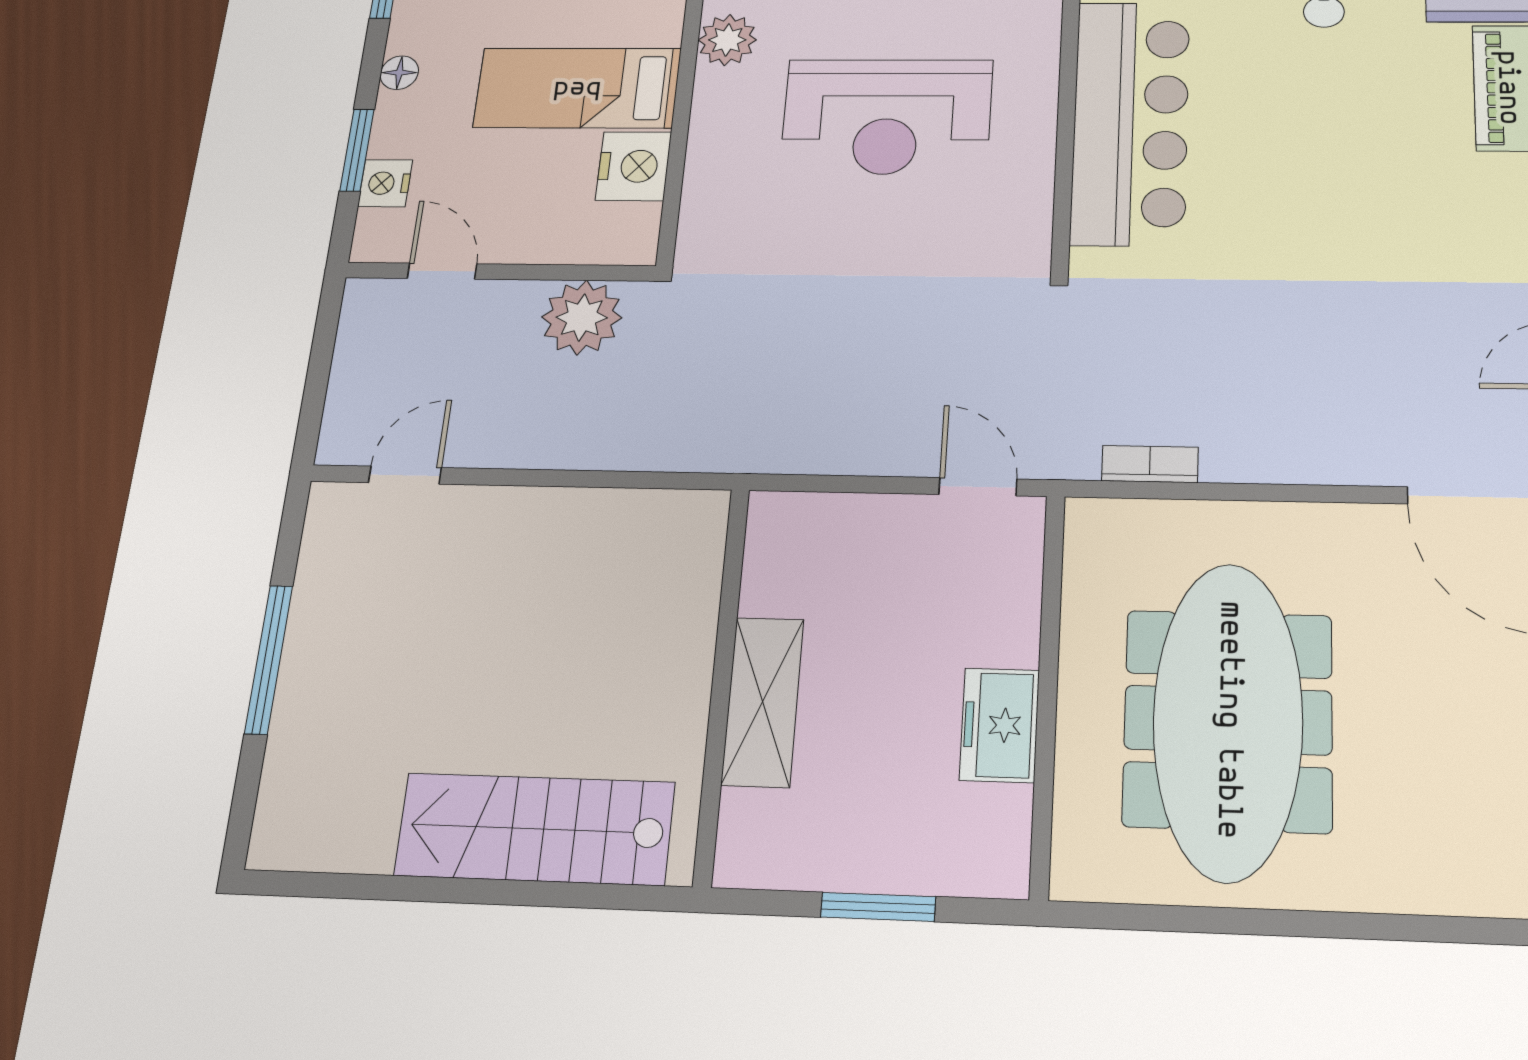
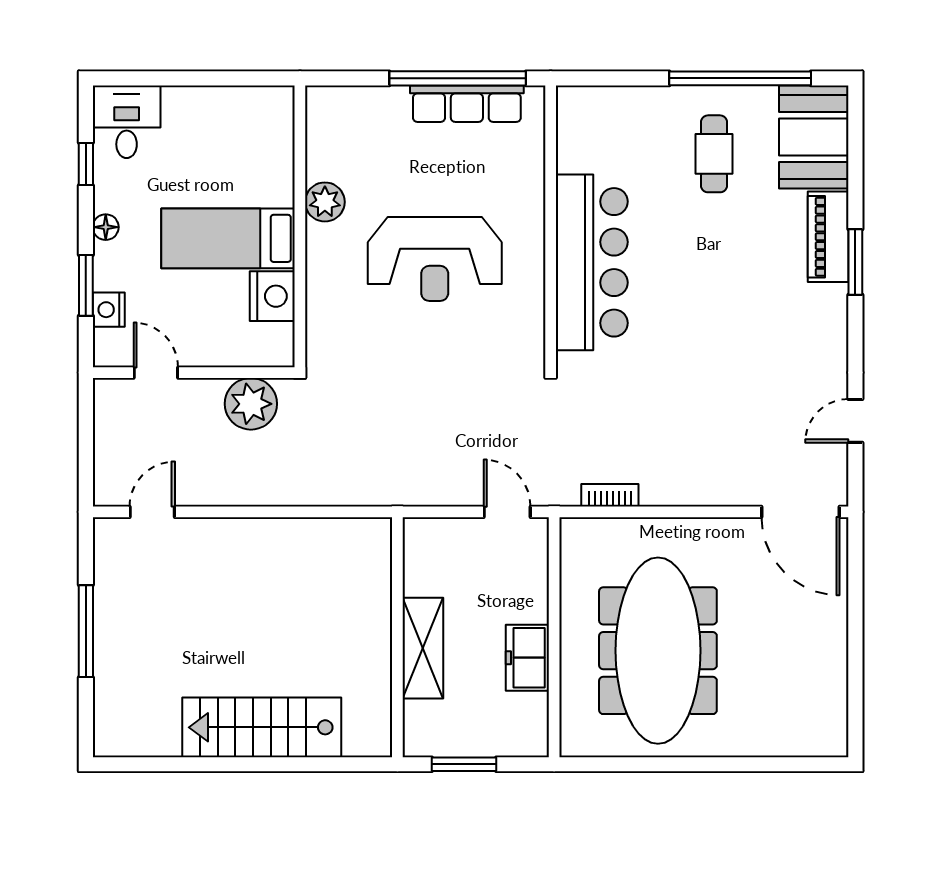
wall: (722, 682) -> (397, 637), moved
shelving: (763, 702) -> (423, 648), moved

